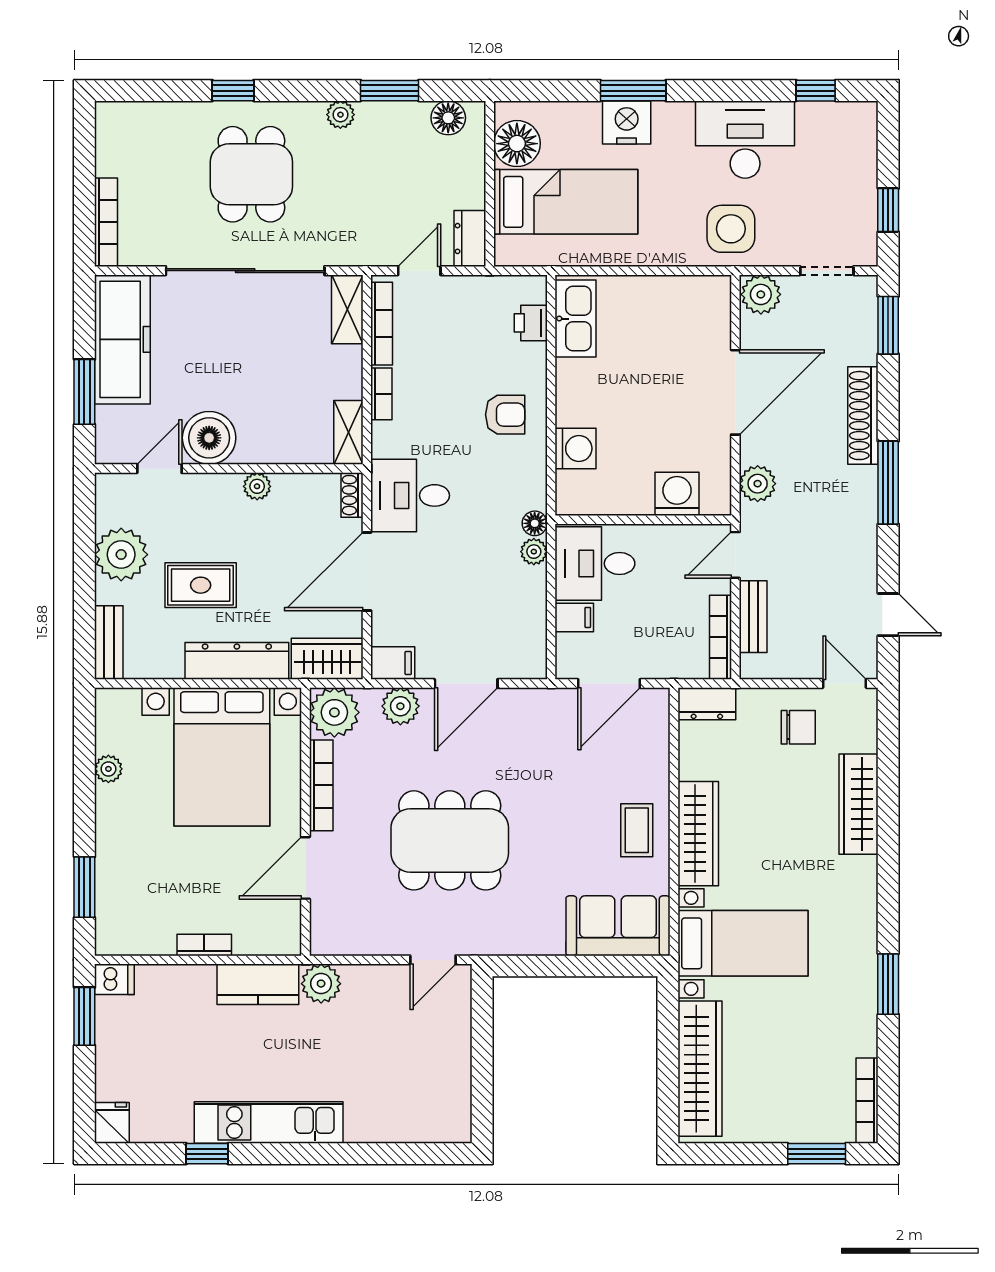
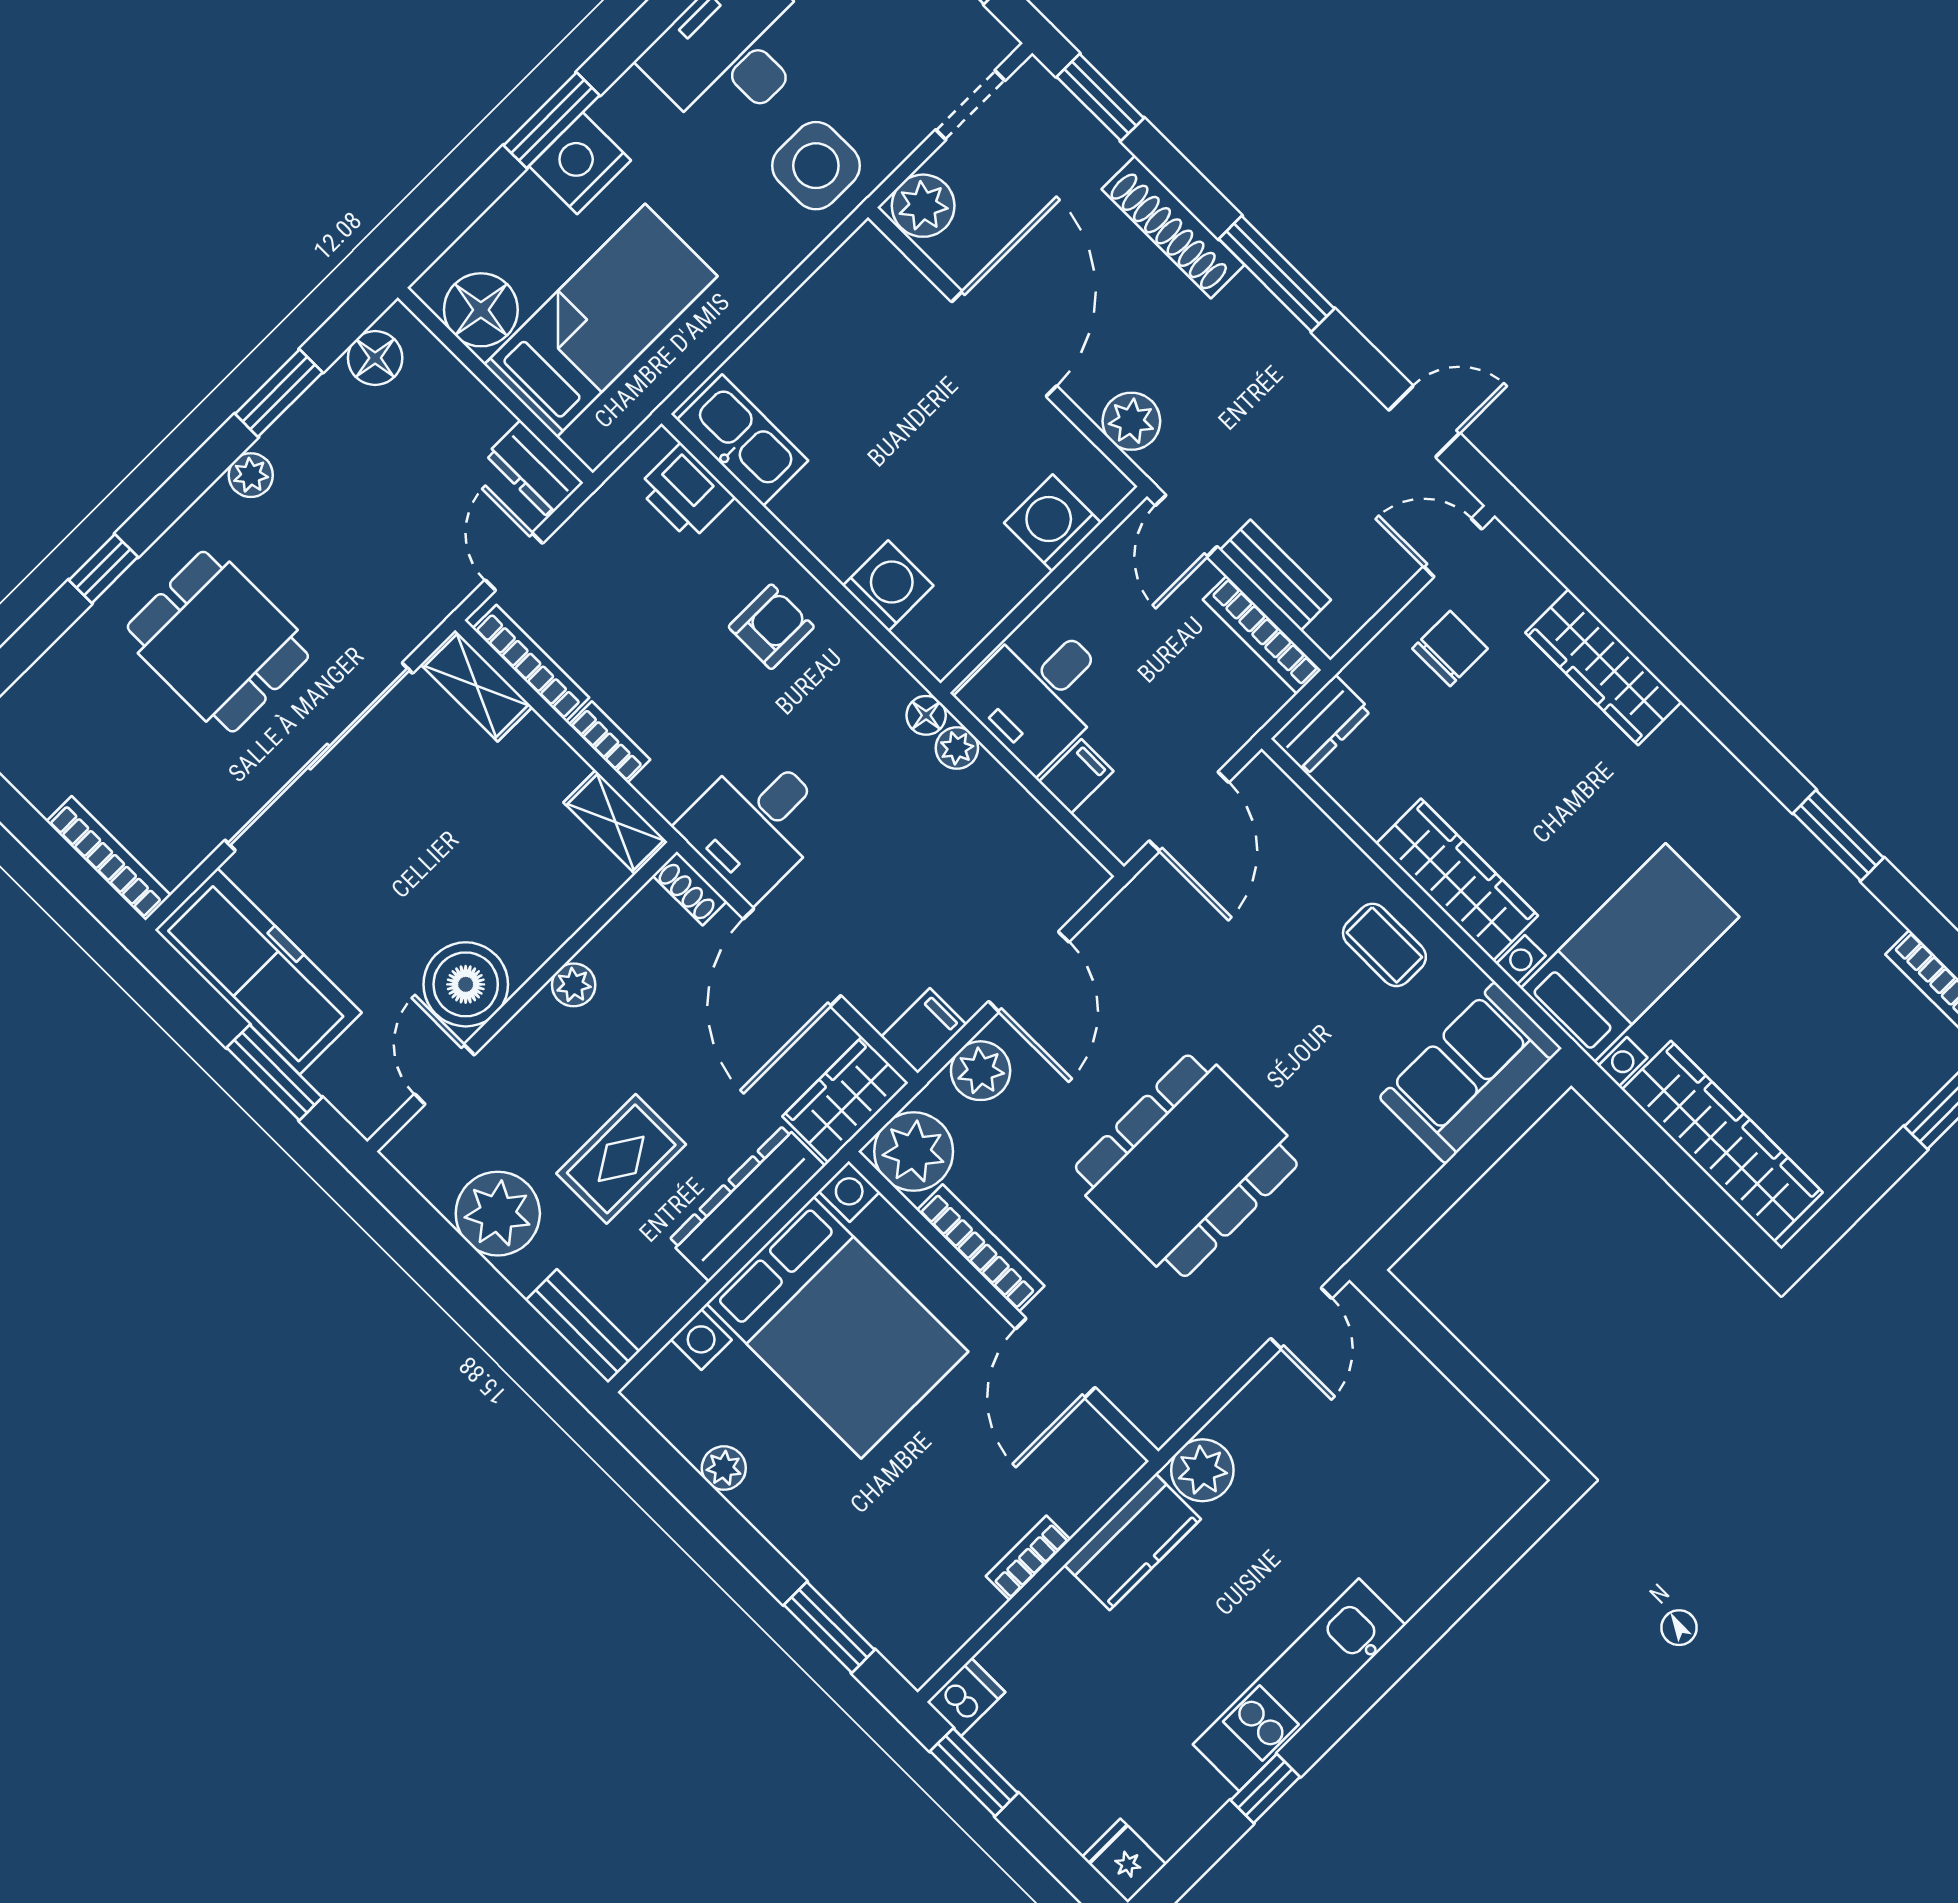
printer: (531, 323) -> (686, 492), width x1.36, depth x1.24

